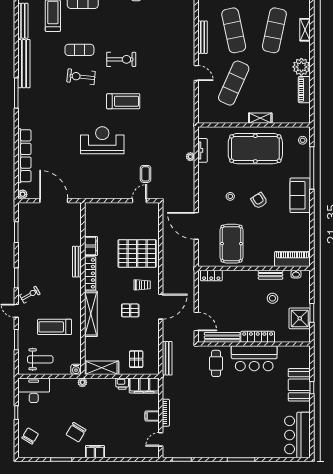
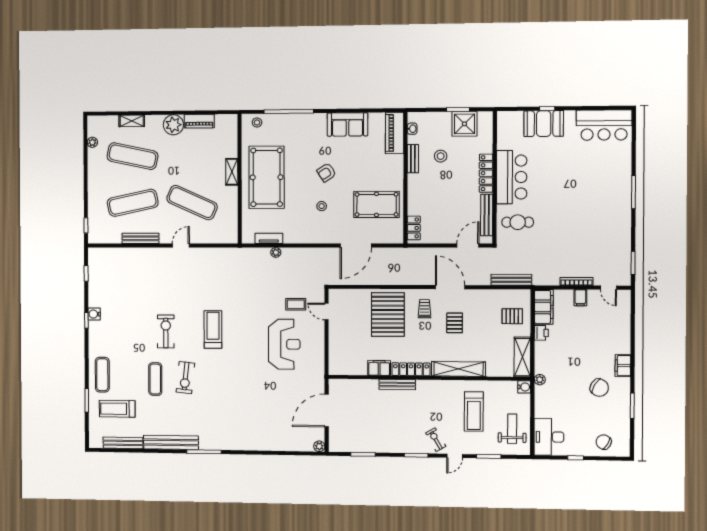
reception desk: (102, 140) -> (284, 344), moved, turned 180
row of seats: (24, 156) -> (275, 444), removed
sofa: (300, 195) -> (348, 124), moved

